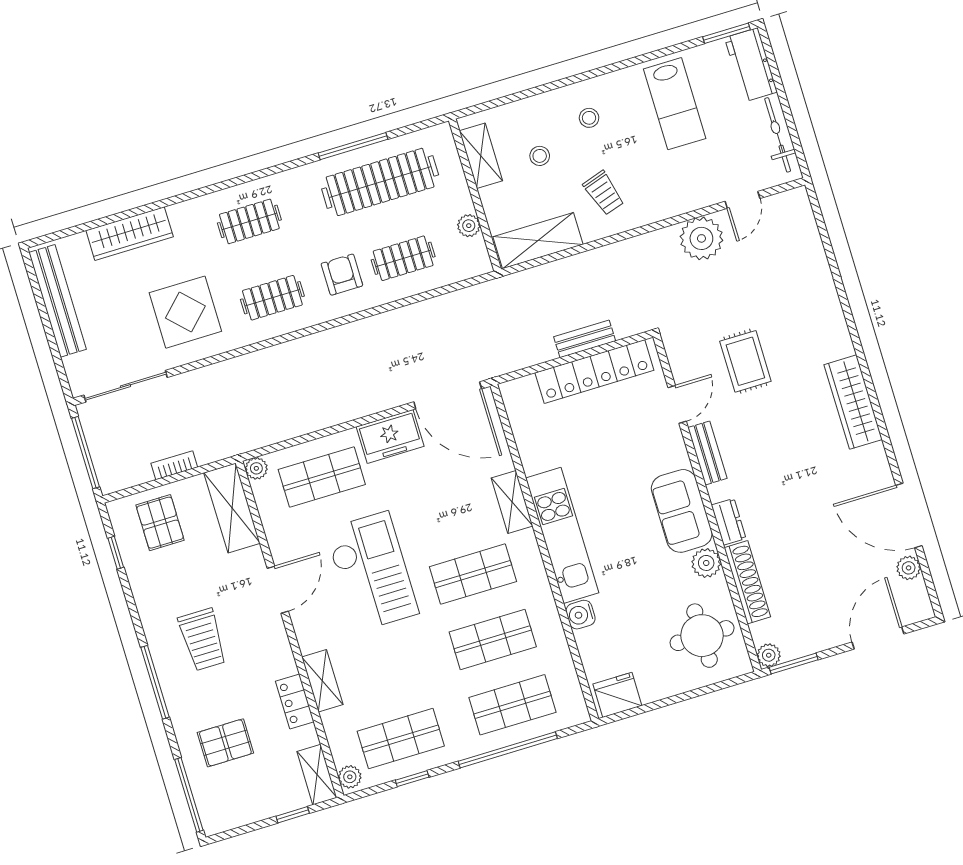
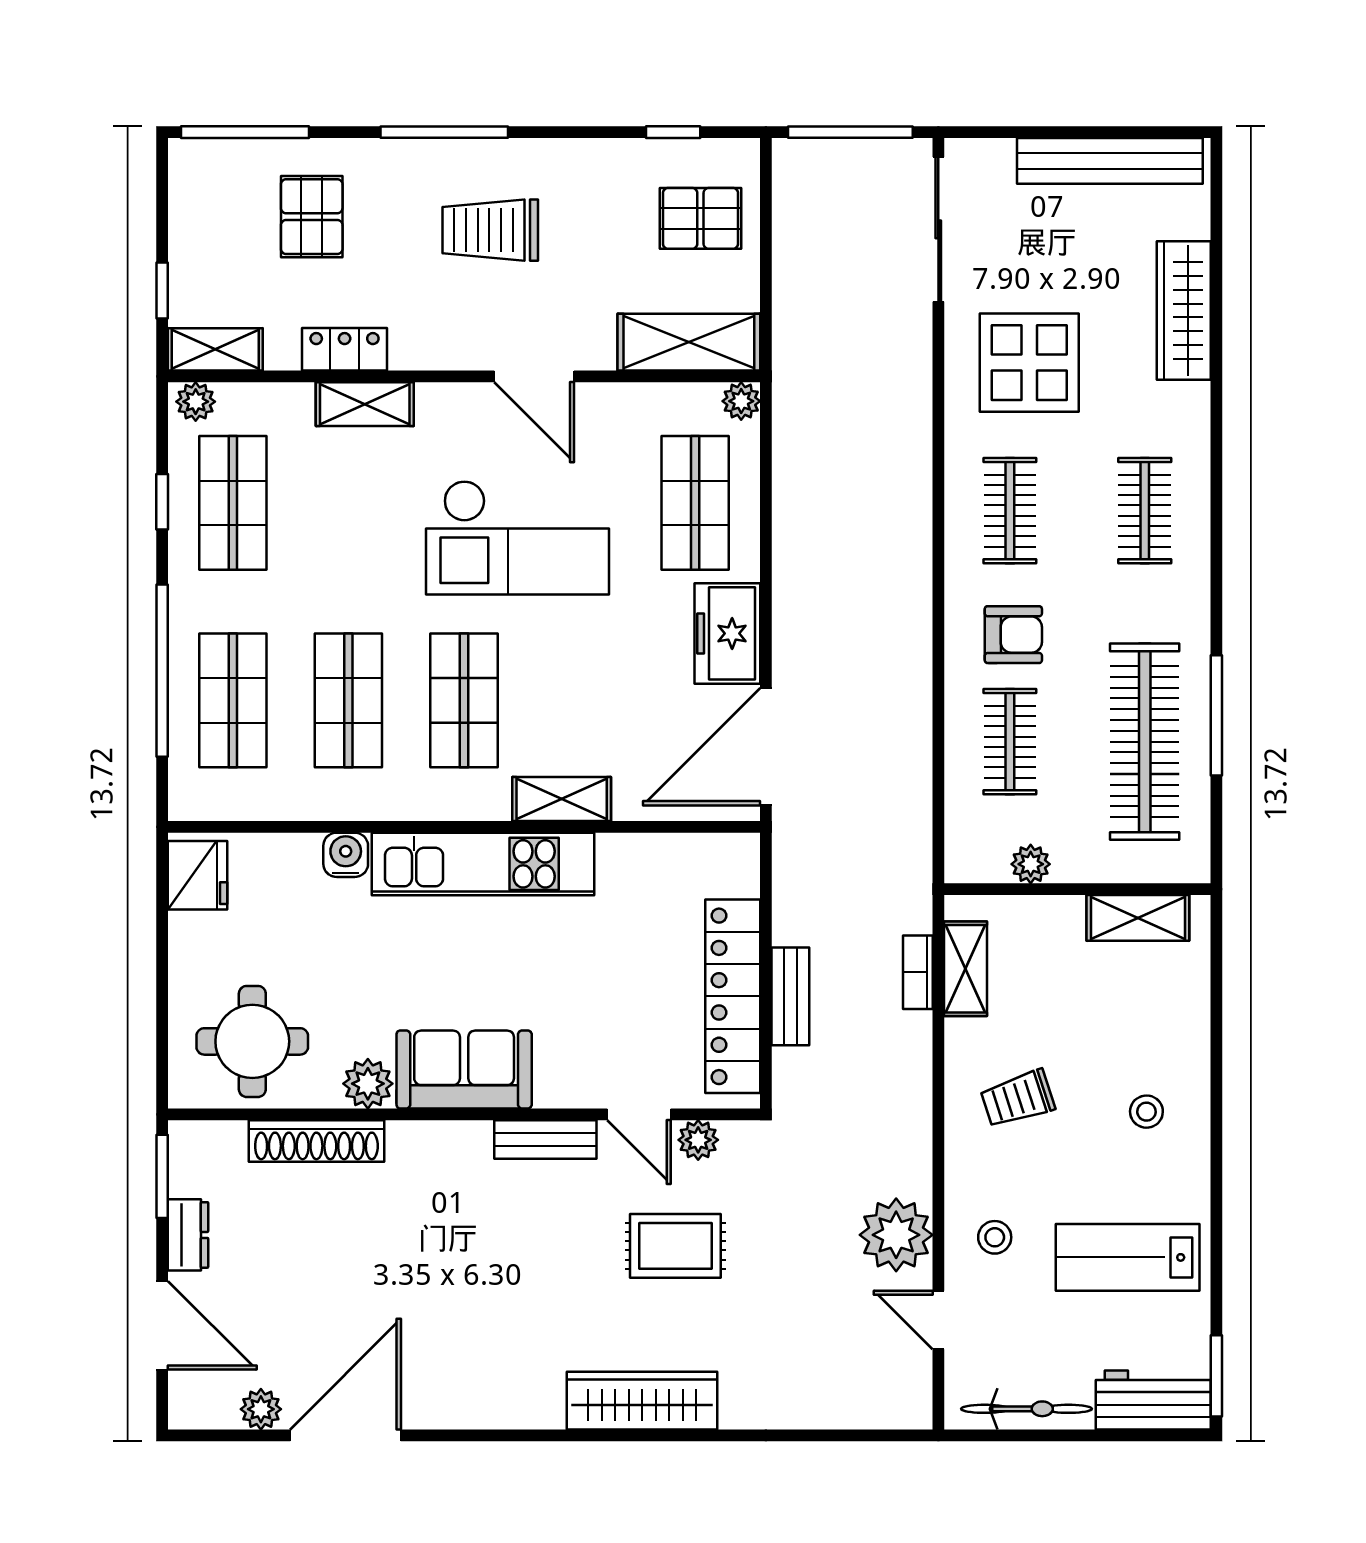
stool: (540, 156) -> (995, 1237), moved
shelving: (538, 241) -> (965, 969), width x0.67, depth x0.75
wardrobe: (853, 402) -> (642, 1401), moved
bookcase: (174, 465) -> (918, 972), moved, turned 180
dresser: (729, 522) -> (188, 1235), moved, turned -90
plant: (769, 655) -> (698, 1140), moved

